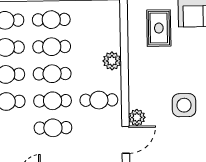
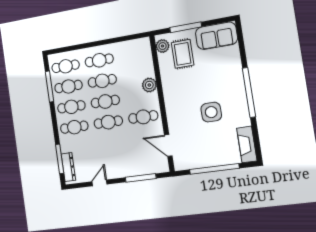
plant: (137, 117) -> (162, 46), moved
cafe table: (53, 128) -> (111, 143), removed
door: (126, 140) -> (168, 145), swing flipped

